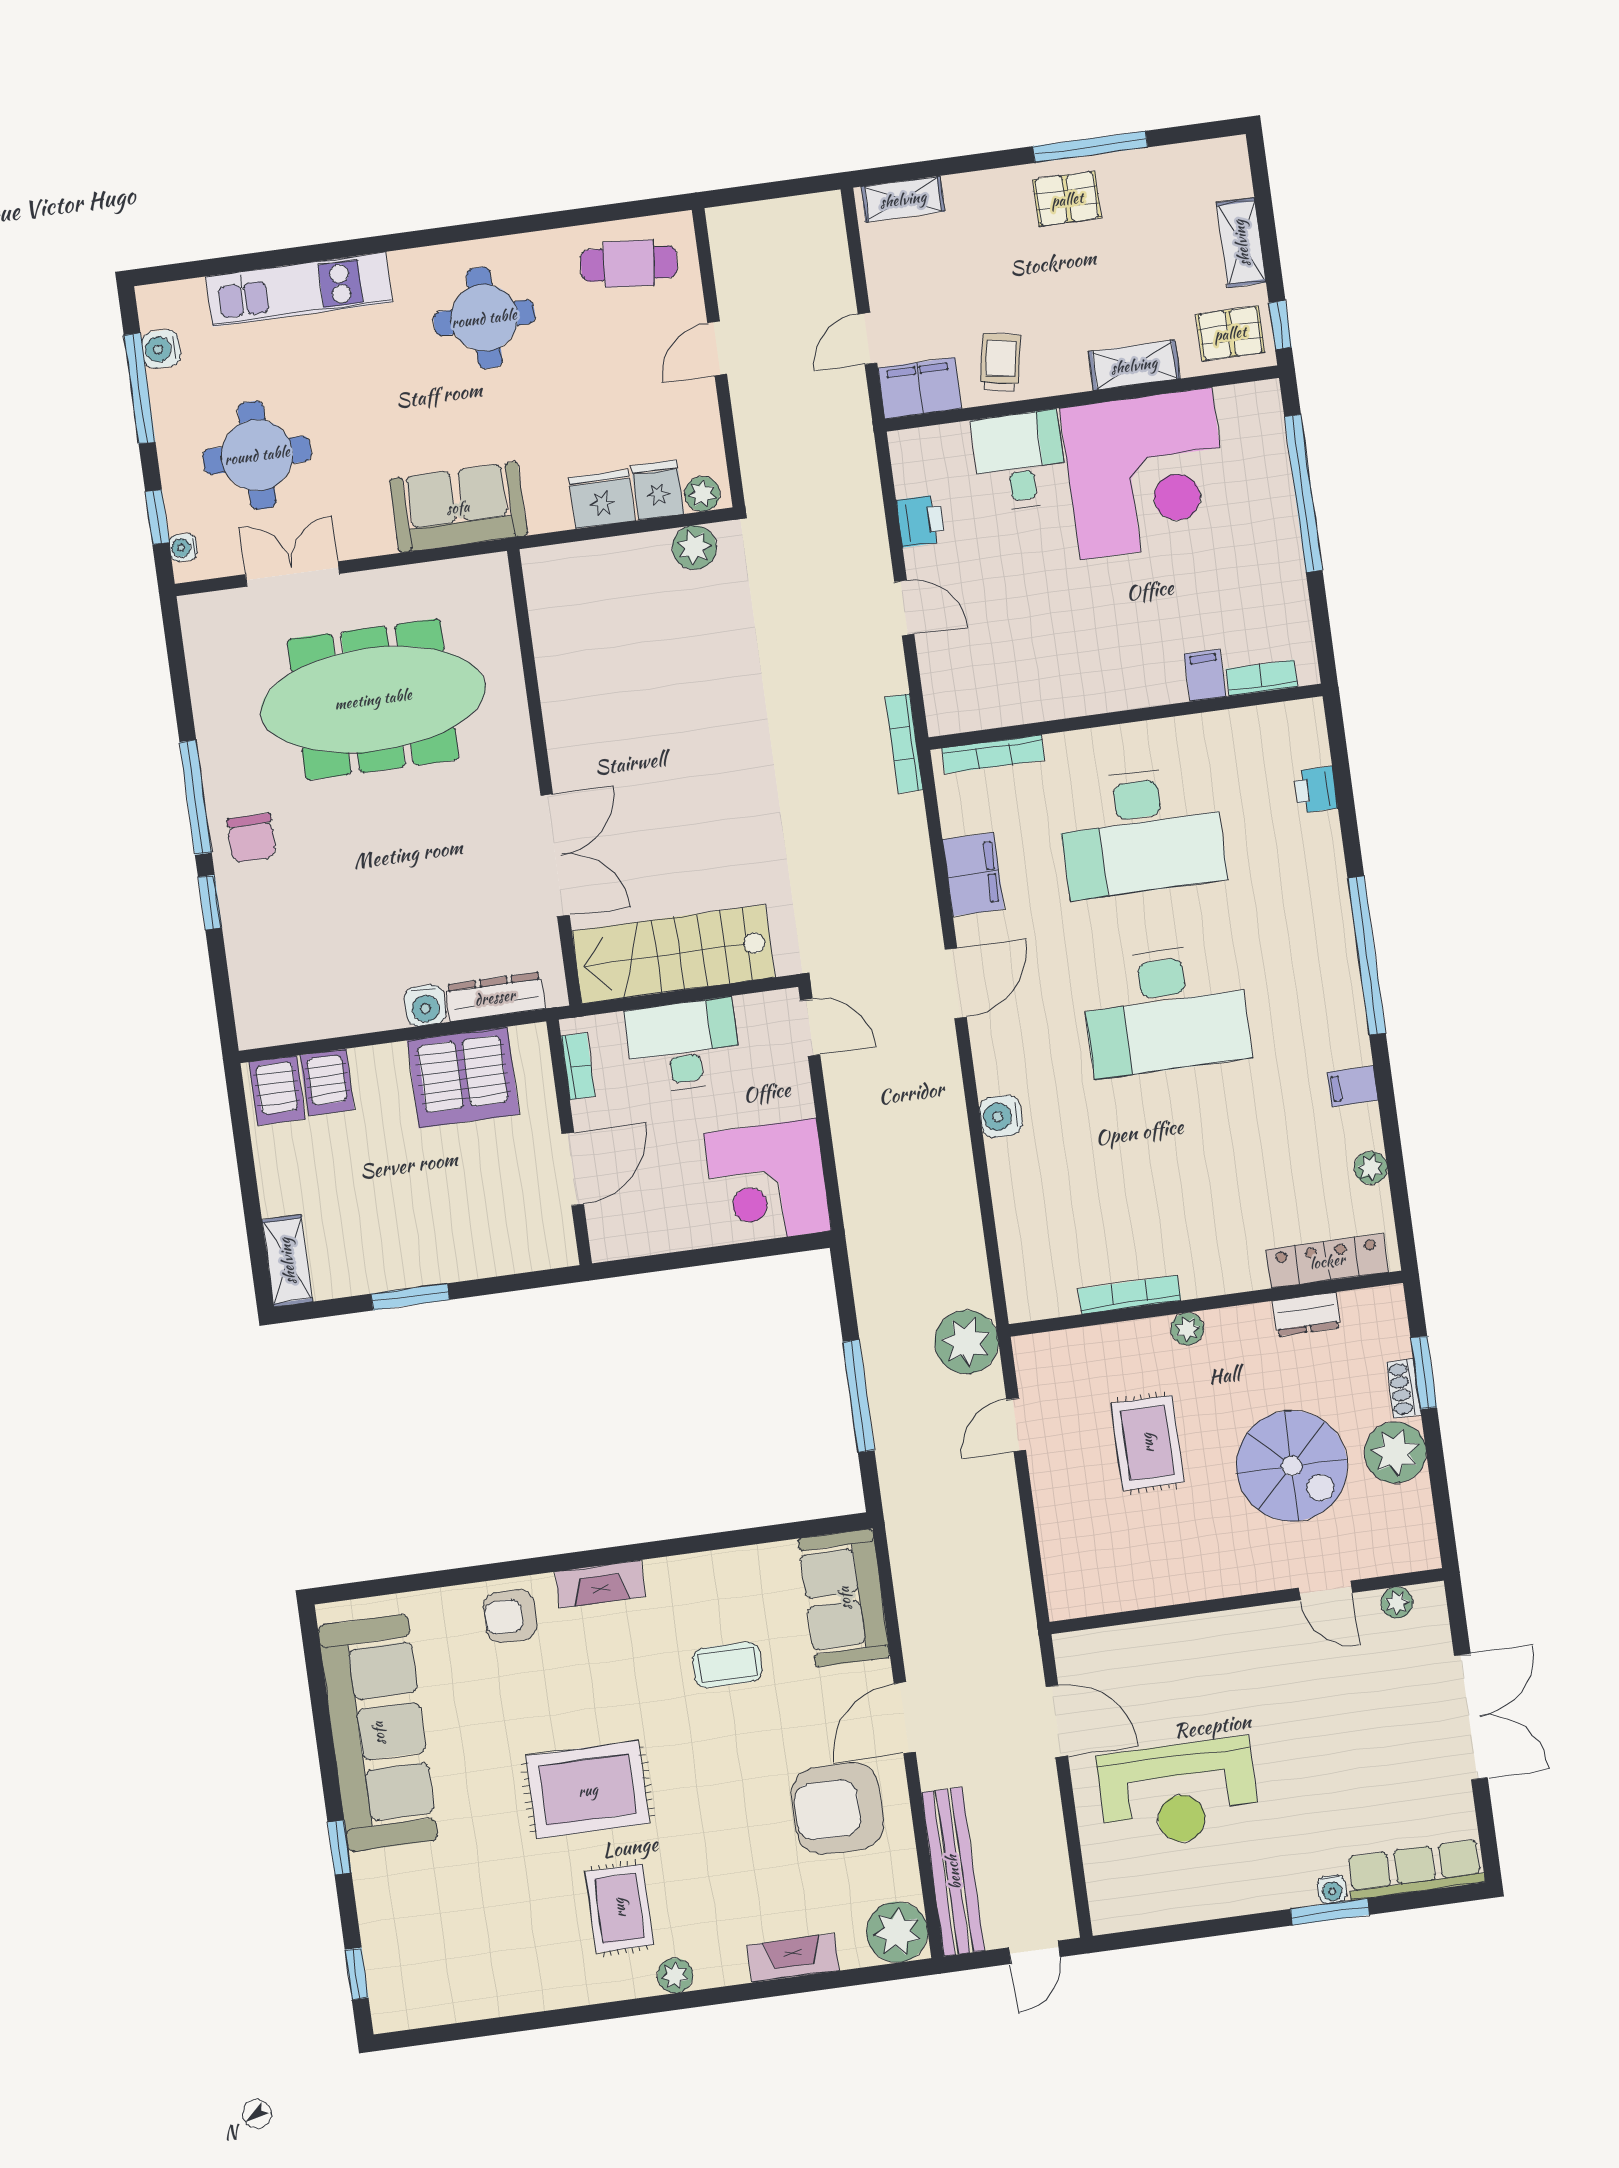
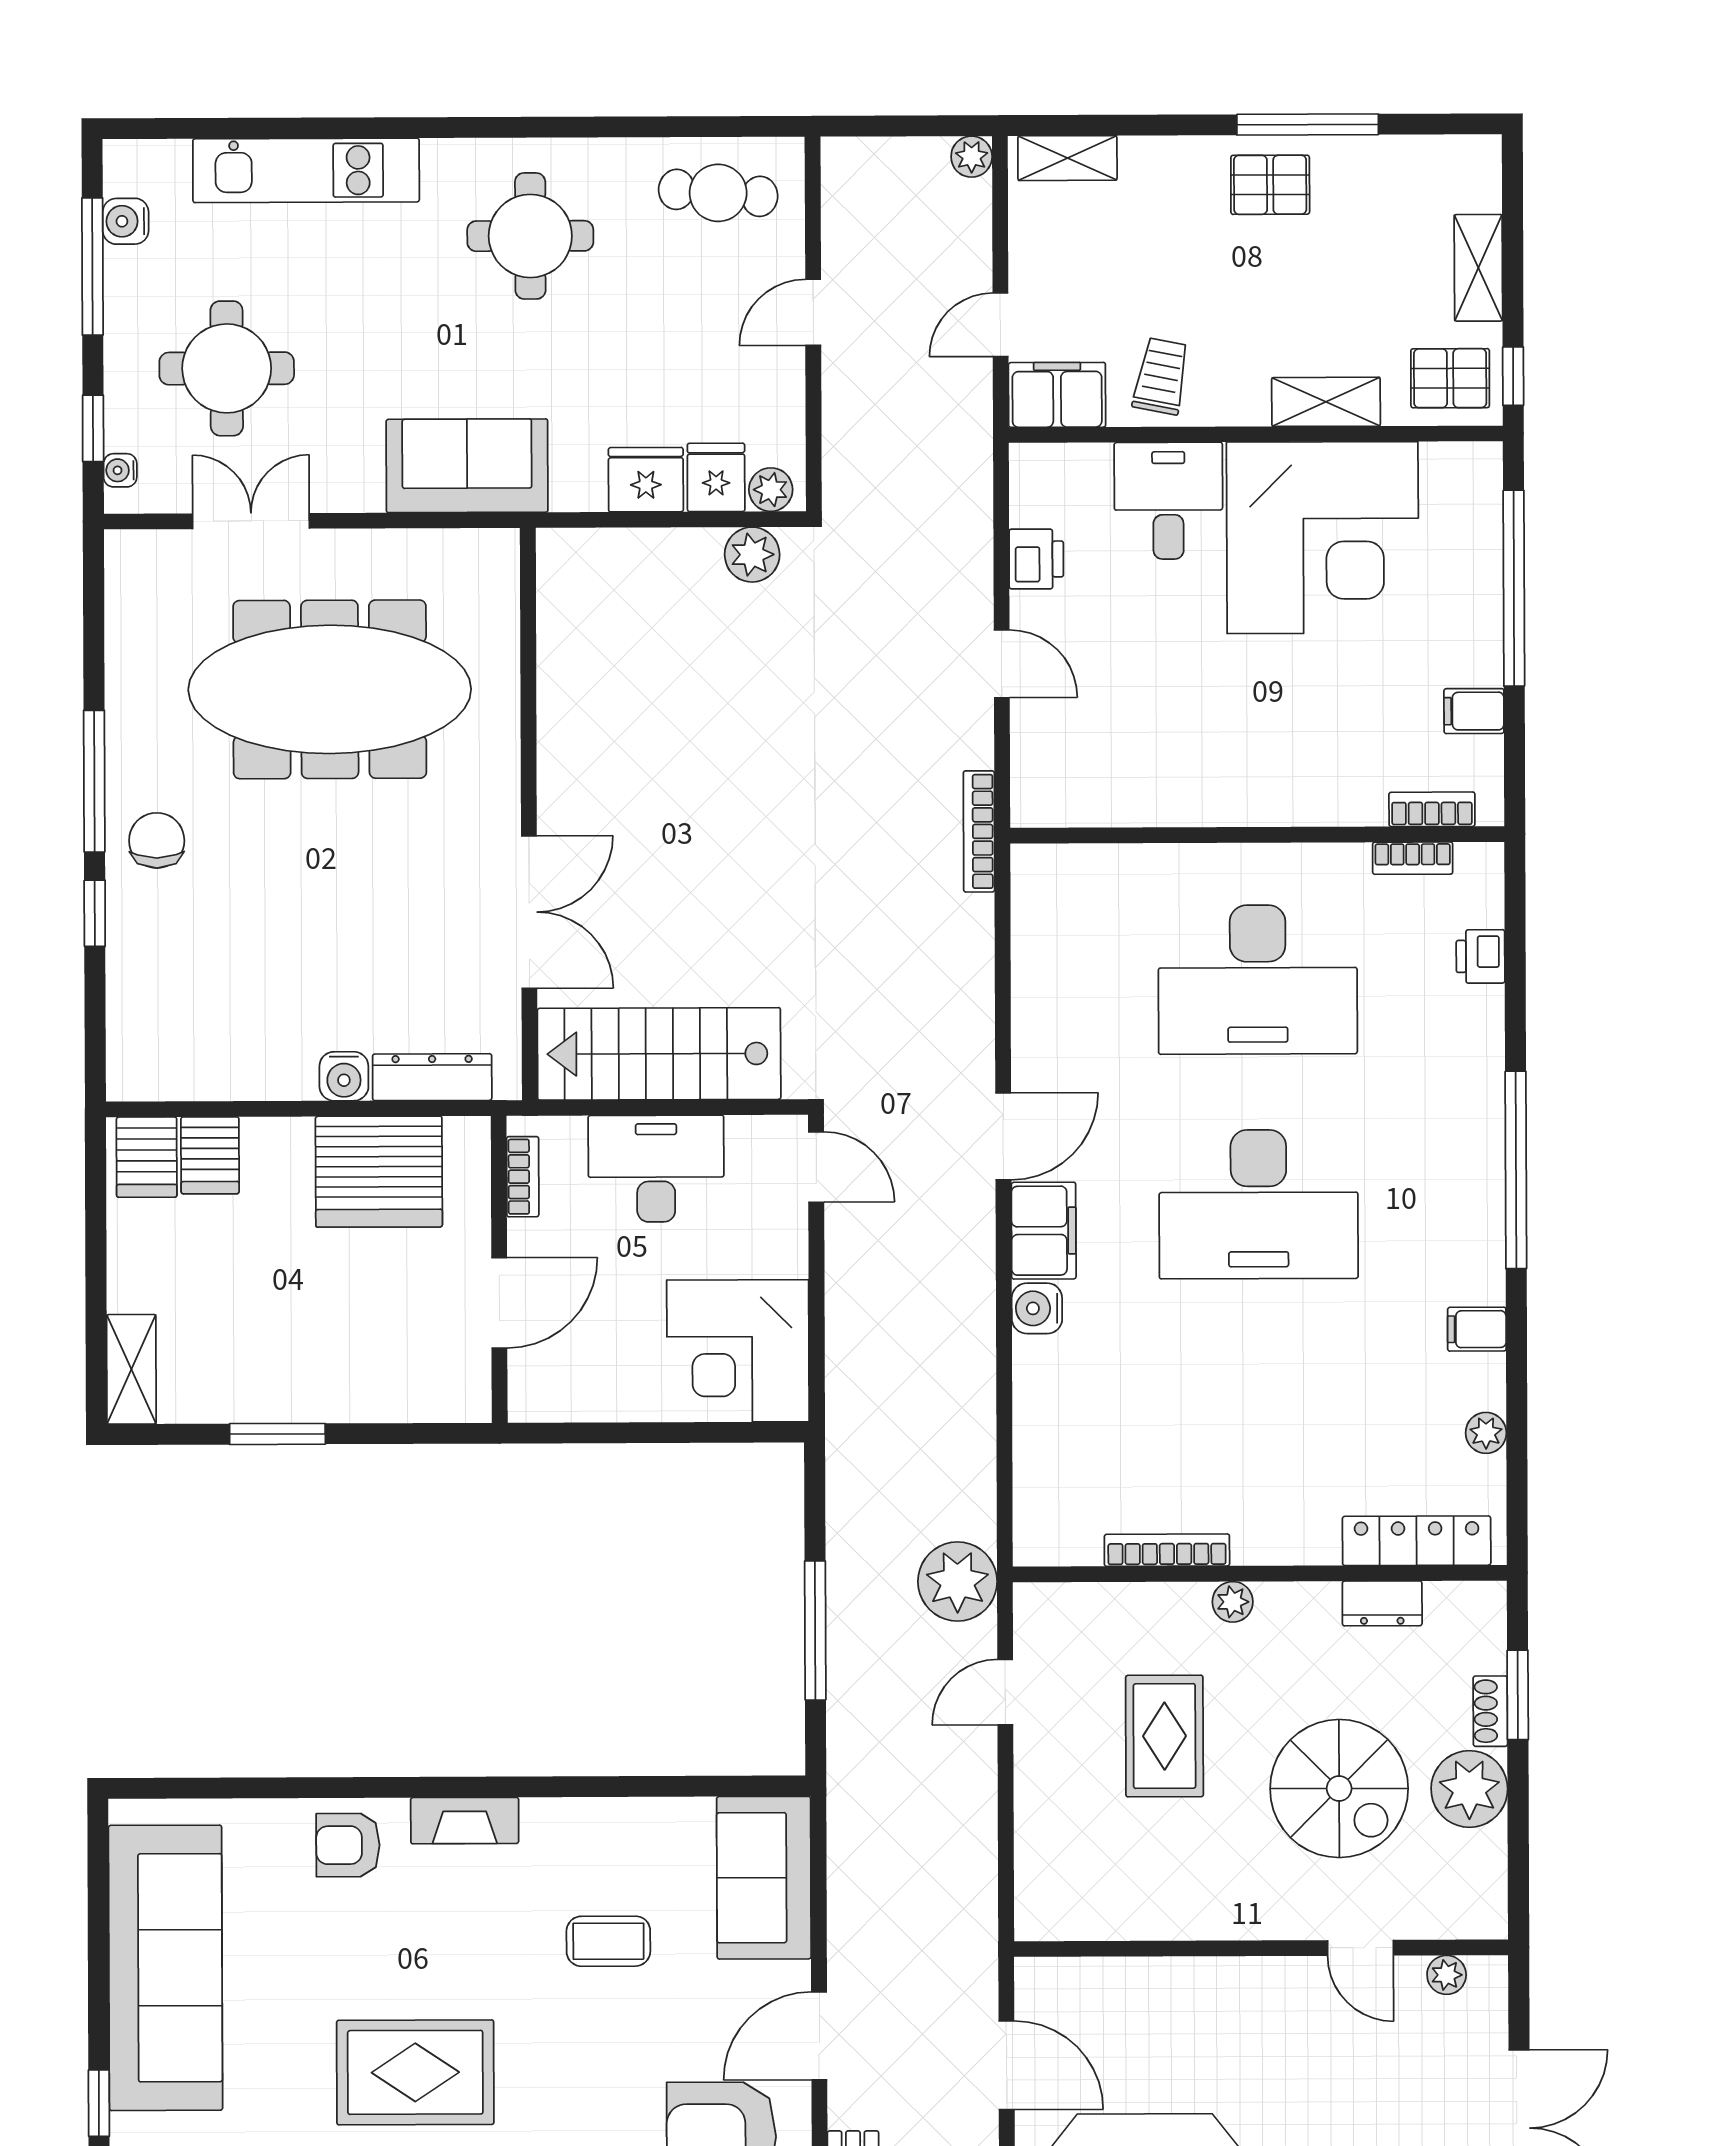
plant: (827, 208) -> (972, 157), added
filing cabinet: (1205, 675) -> (1474, 711), moved, turned -90
bookcase: (993, 754) -> (1413, 858), moved, width x0.64
chair: (251, 838) -> (157, 840), turned 180
filing cabinet: (973, 874) -> (1044, 1231), moved

